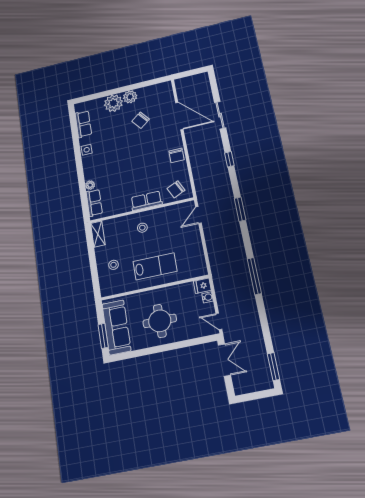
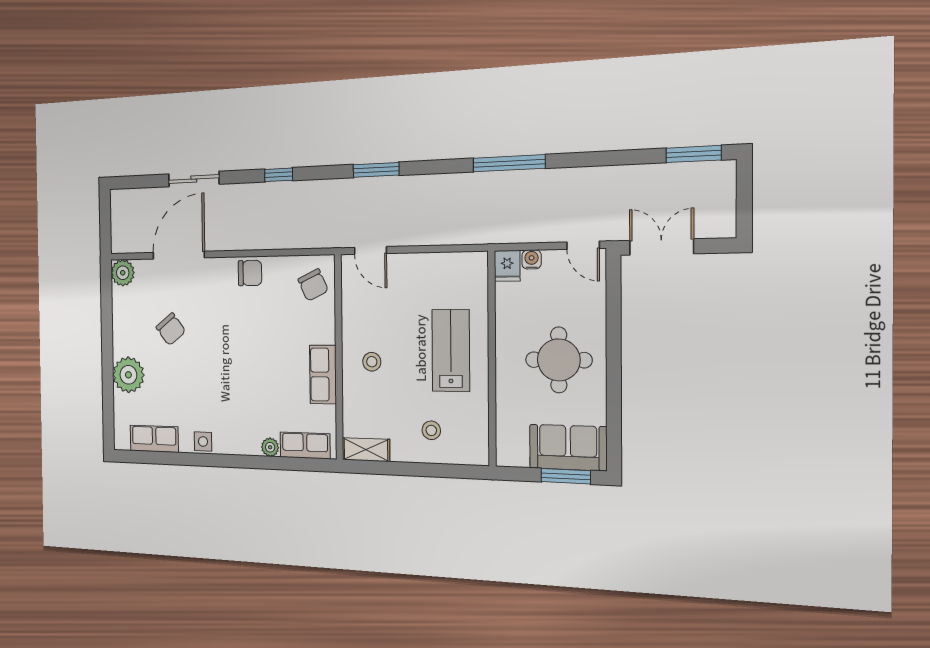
plant: (130, 97) -> (123, 273), moved
row of seats: (146, 201) -> (323, 375), moved
door: (219, 321) -> (583, 245), hinge flipped
sofa: (116, 327) -> (568, 447), width x0.73

